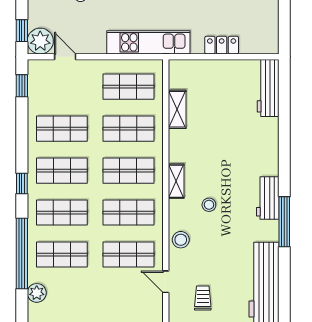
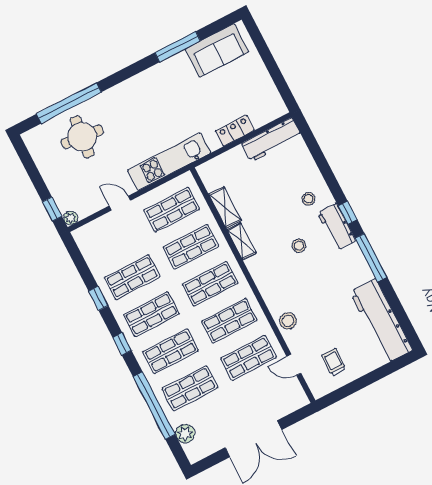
plant: (40, 41) -> (71, 218), width x0.53, depth x0.53
door: (65, 57) -> (120, 203), moved
window: (22, 86) -> (98, 298), moved
workbench: (268, 88) -> (272, 140), moved, turned -90
stool: (256, 140) -> (308, 199), added
window: (284, 171) -> (348, 213), added
shelving: (176, 181) -> (242, 241), moved
workbench: (268, 198) -> (336, 227), moved
stool: (209, 205) -> (299, 246), moved

